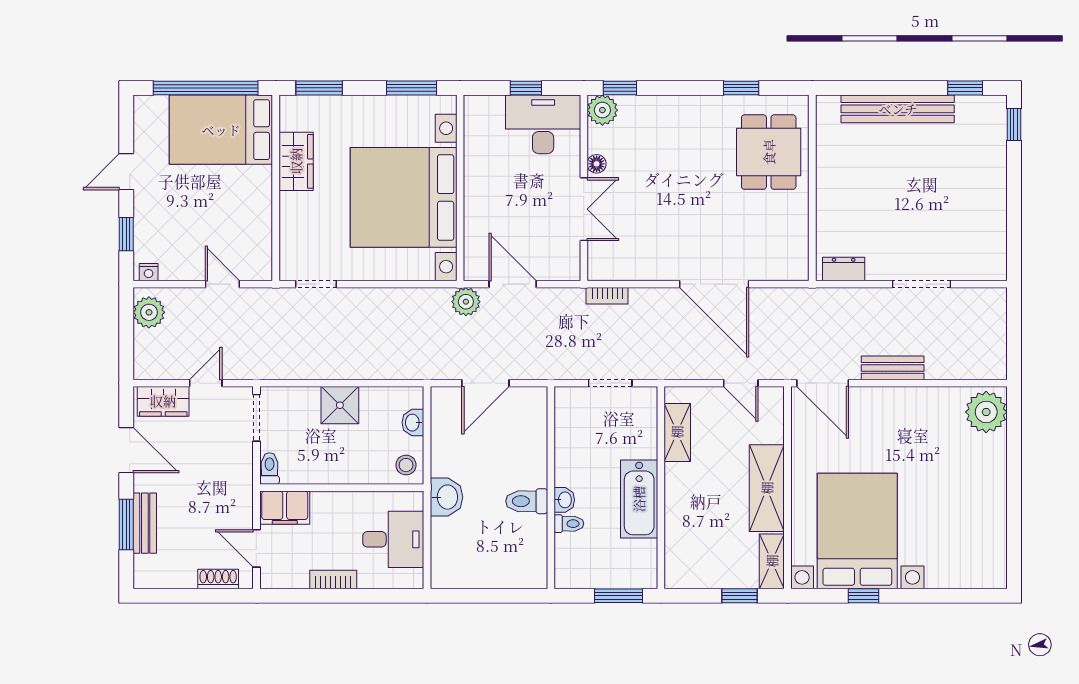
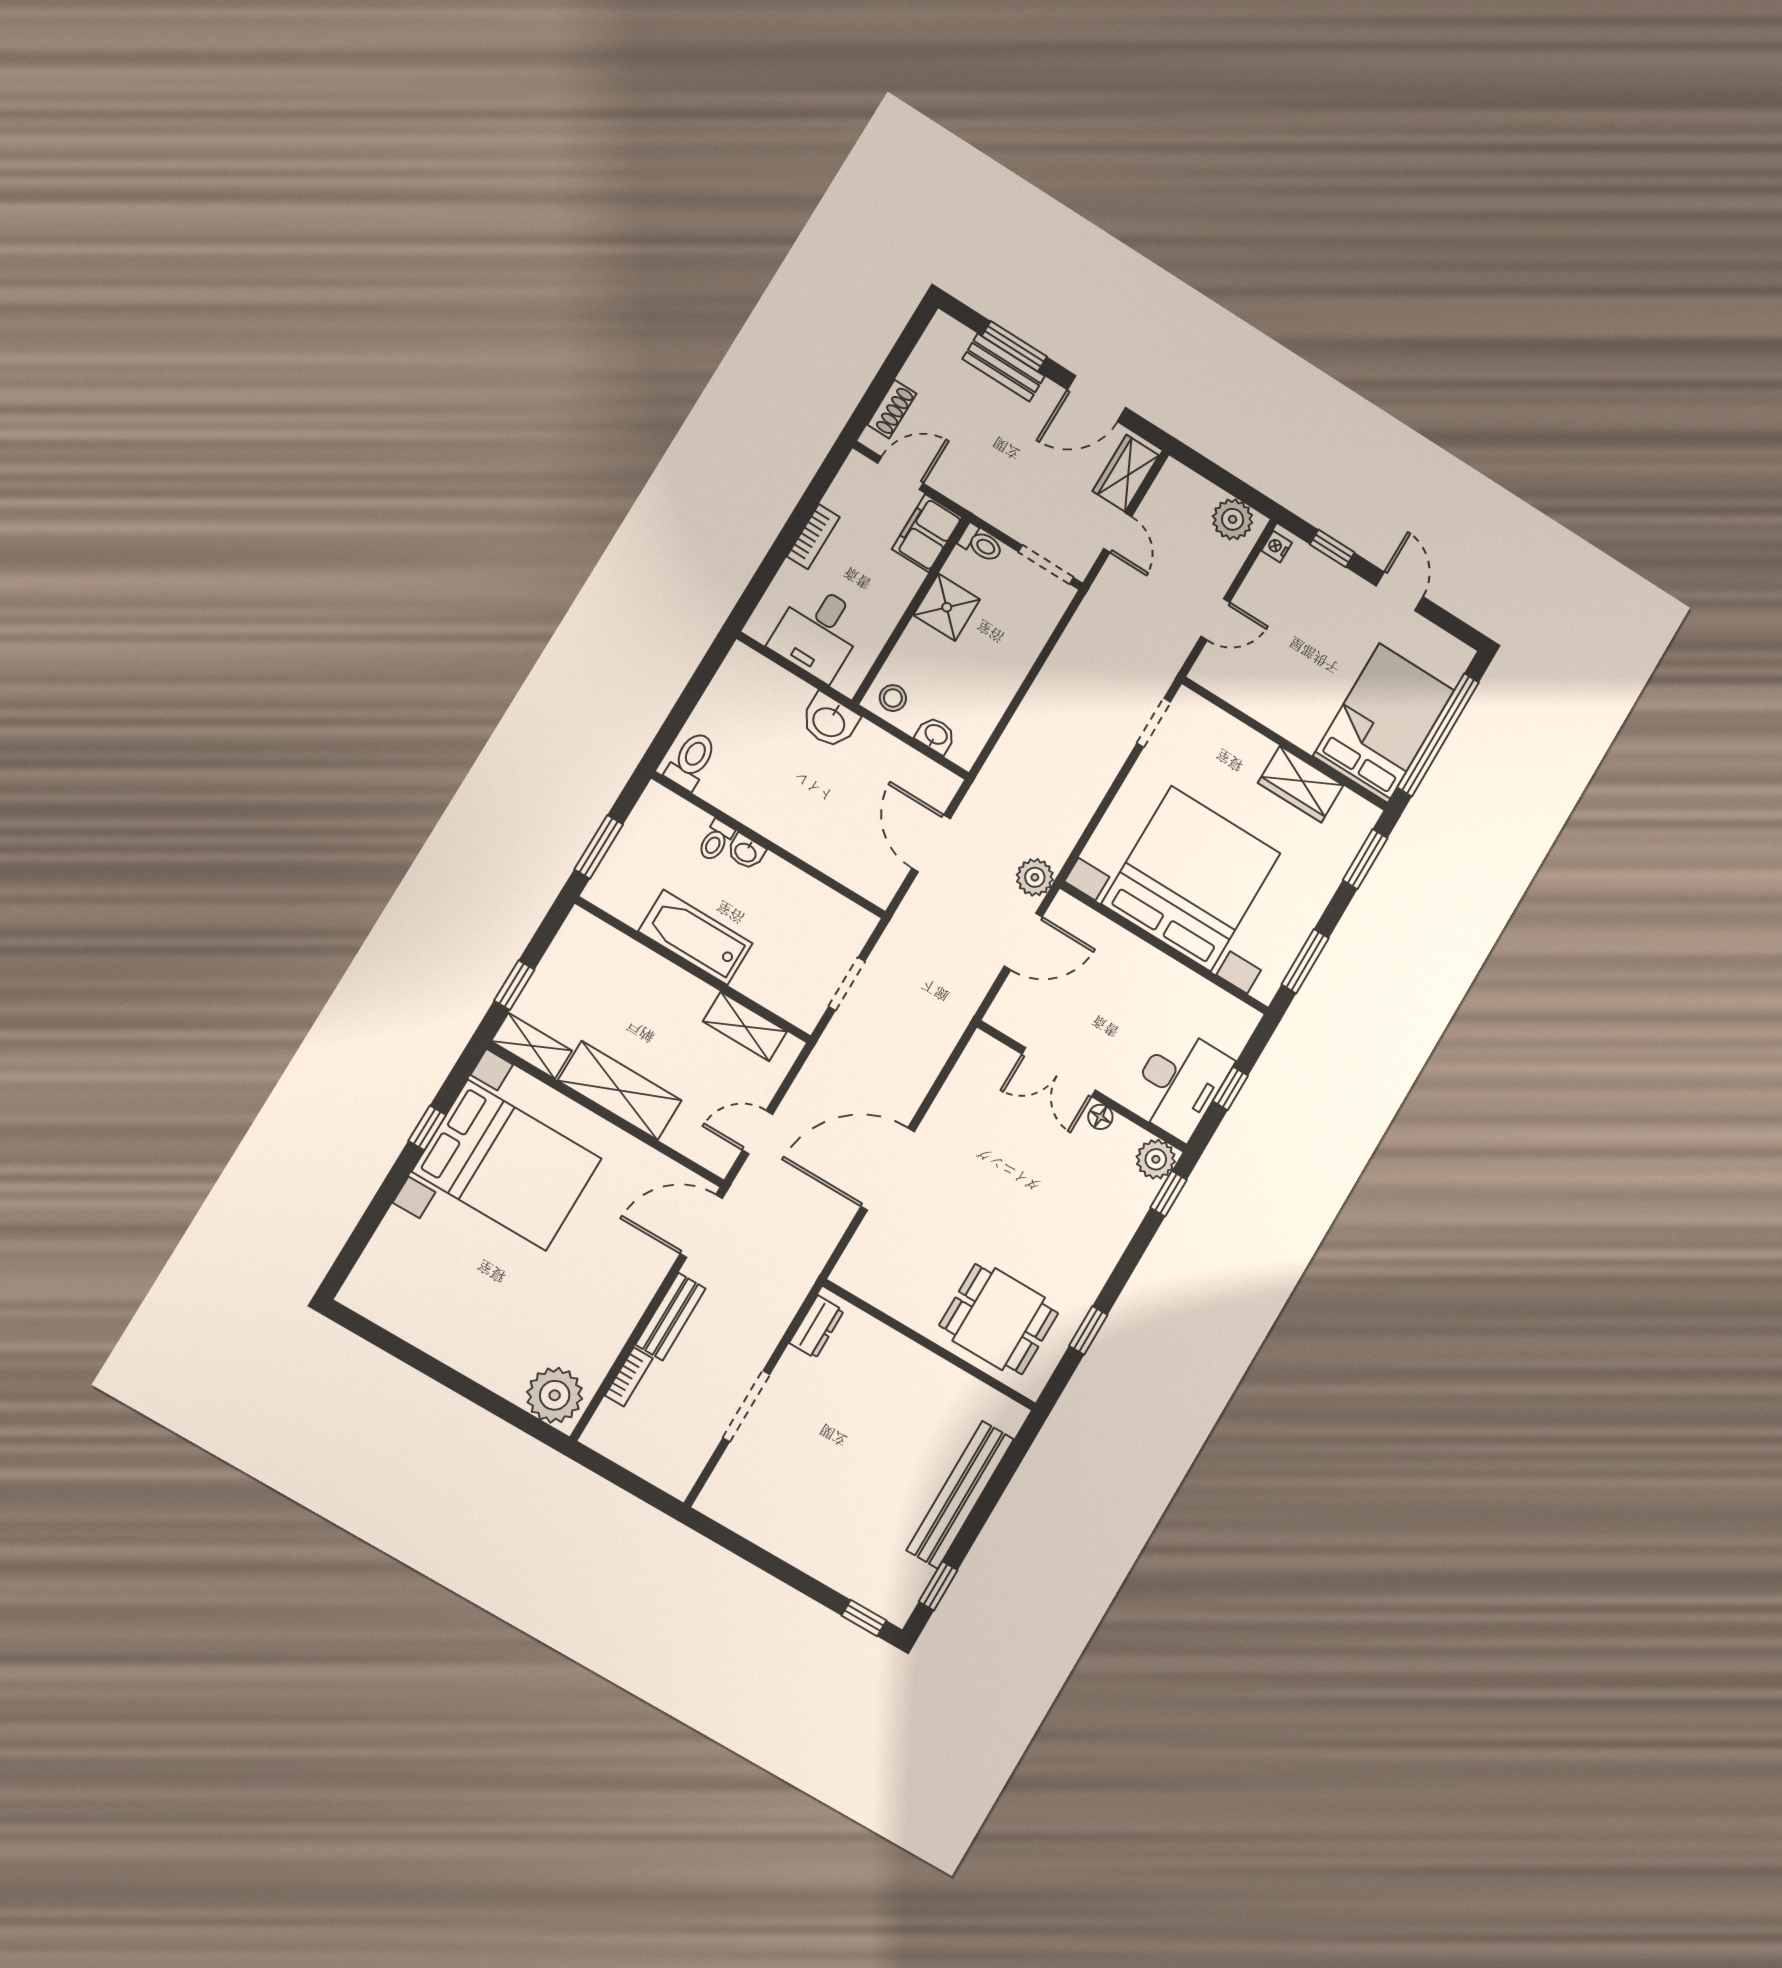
bookcase: (607, 296) -> (629, 1377), moved, turned 180
shower: (340, 405) -> (947, 607), moved
toilet: (527, 501) -> (691, 760), moved

